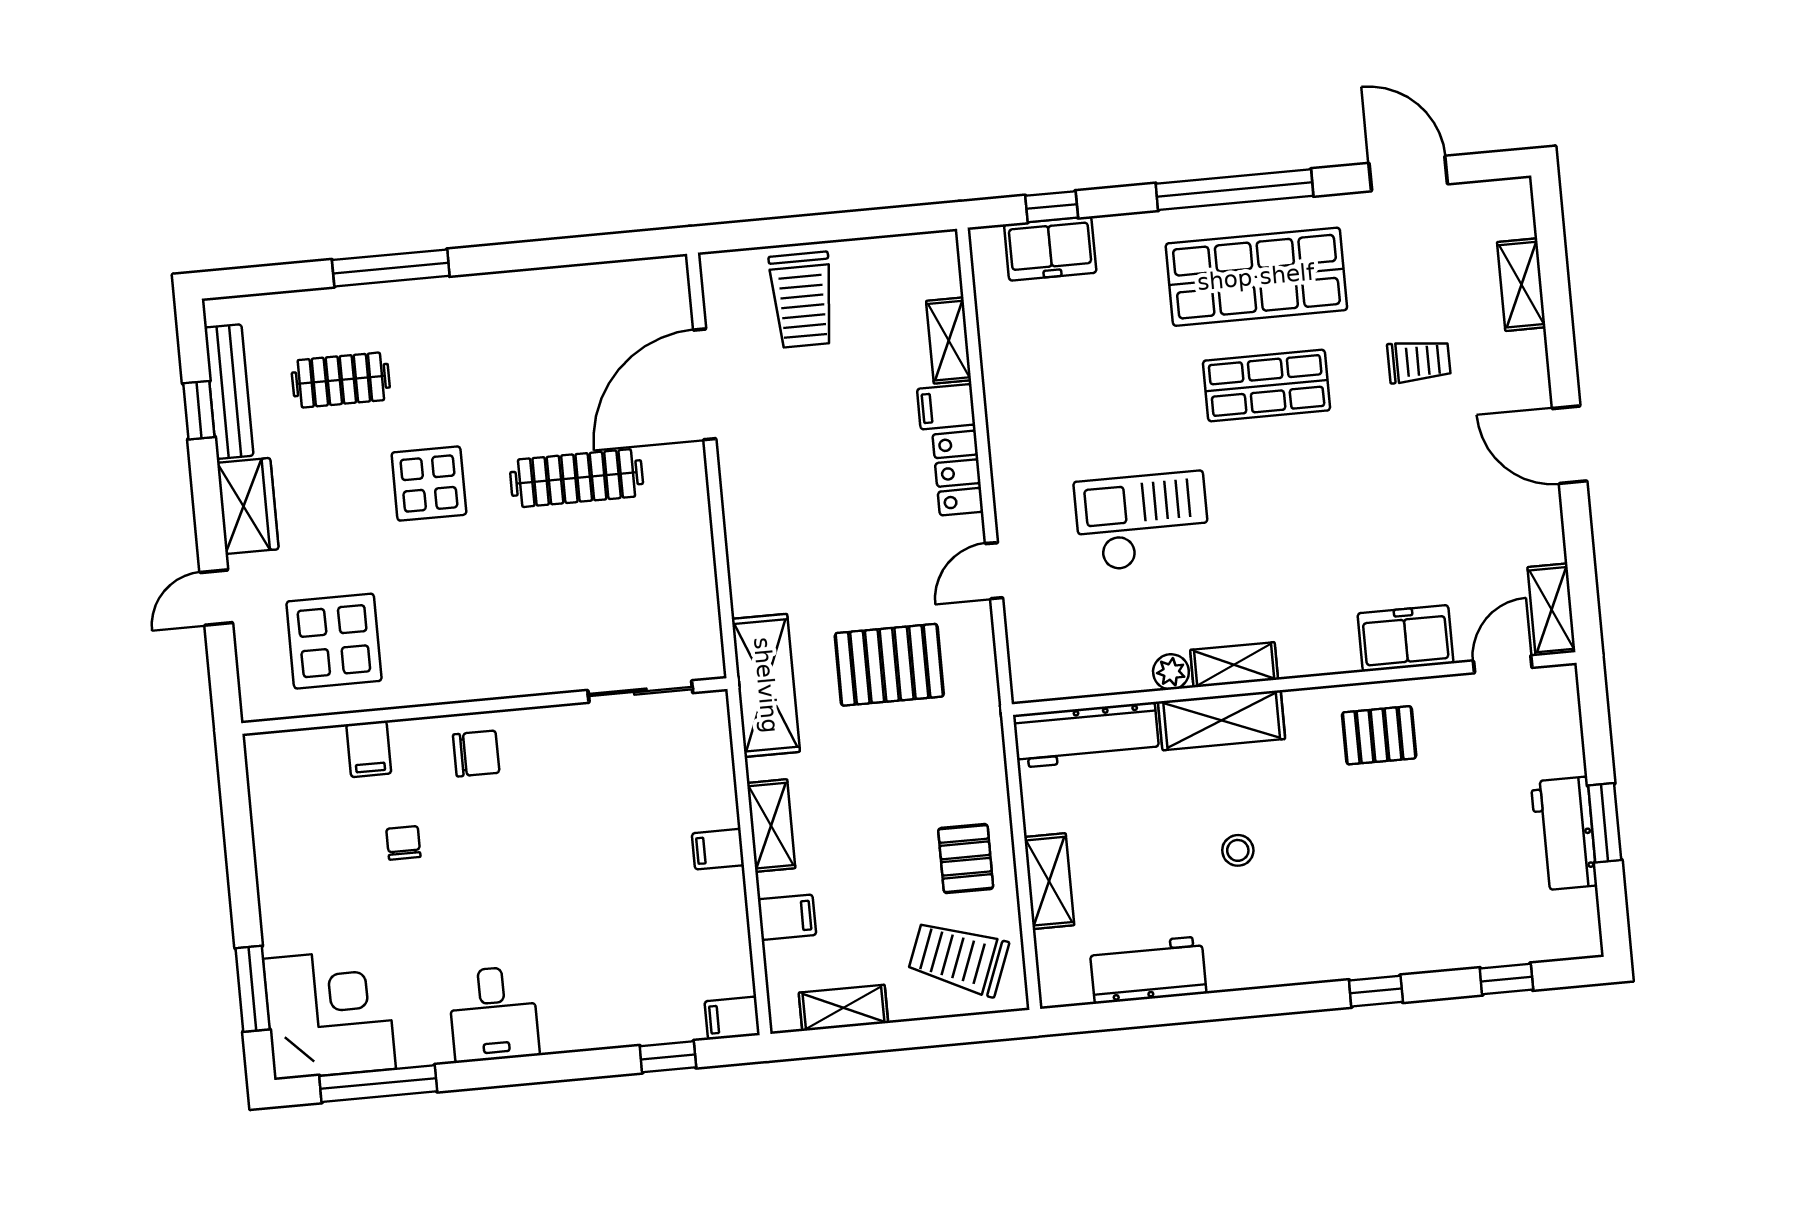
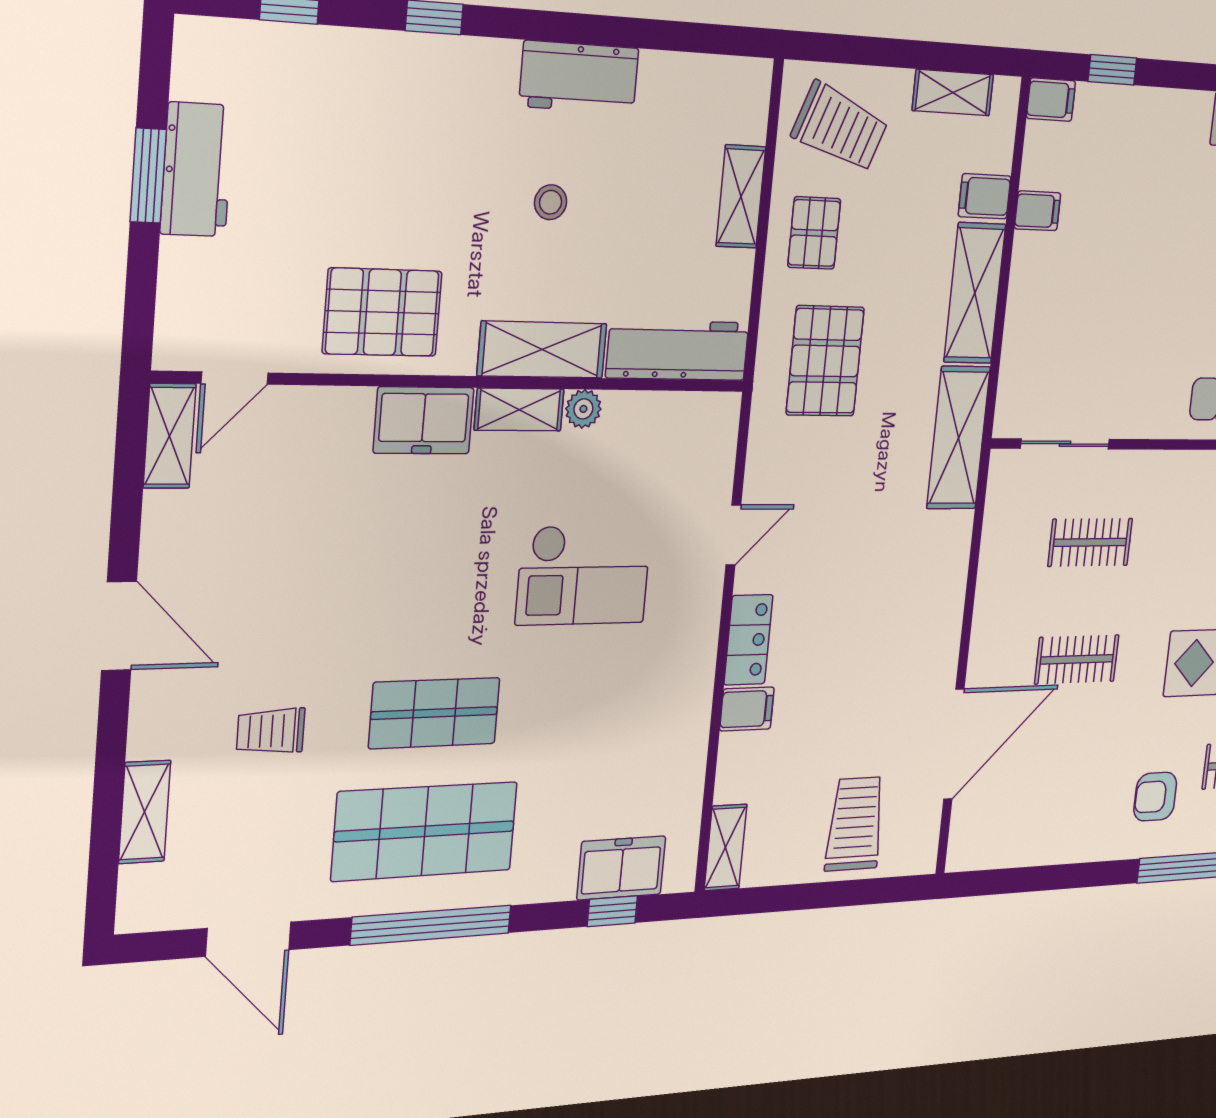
shelving: (949, 341) -> (726, 847), moved
armchair: (445, 342) -> (1155, 797), added
clothes rail: (577, 478) -> (1077, 659), width x0.73
clothes rail: (588, 597) -> (1090, 542), added
freezer: (1405, 638) -> (424, 420), moved
pallet: (889, 665) -> (825, 361), moved, turned 90
pallet: (1379, 735) -> (382, 312), width x1.50, depth x1.42
shelving: (771, 826) -> (975, 293), width x1.50, depth x1.33
filing cabinet: (718, 849) -> (1038, 211), moved
workbench: (1148, 970) -> (579, 77), moved

